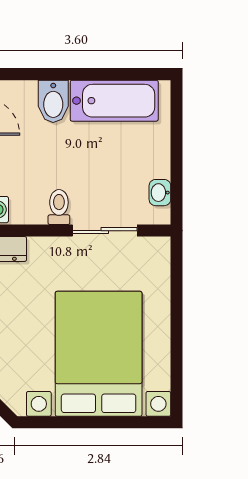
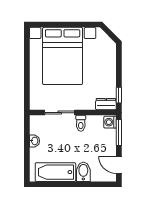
washbasin: (160, 193) -> (34, 141), moved

